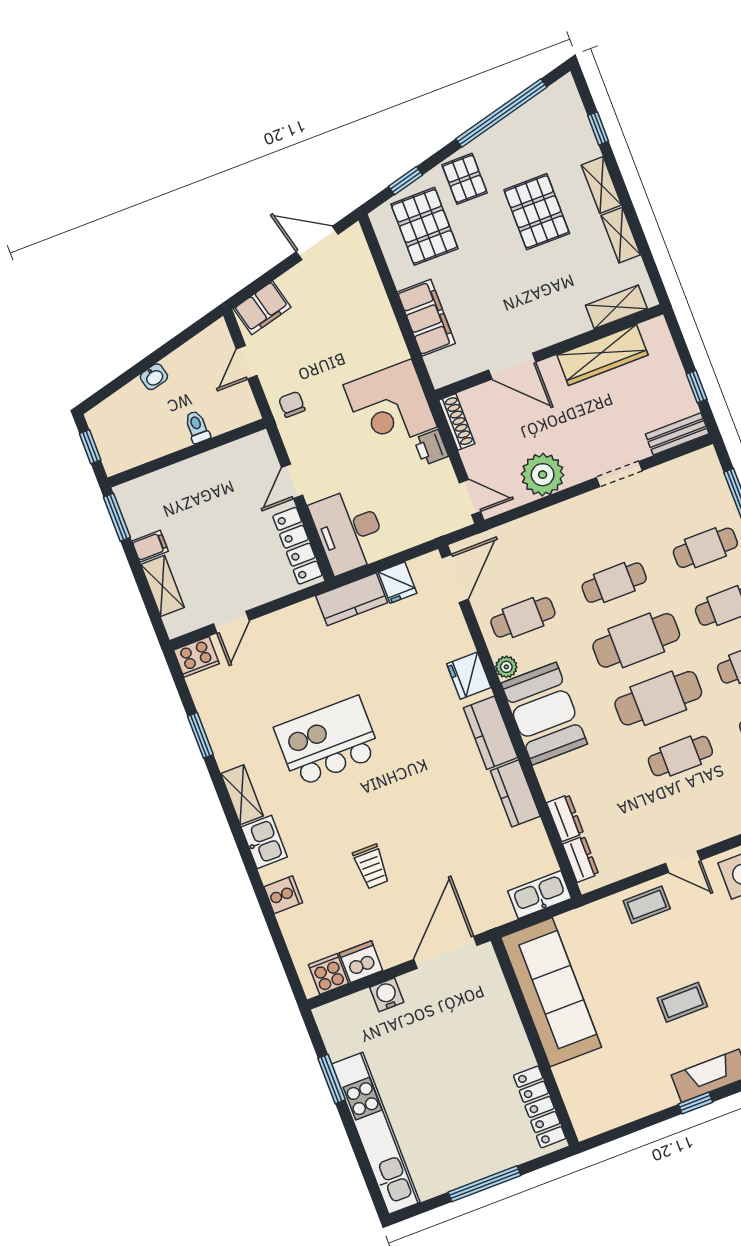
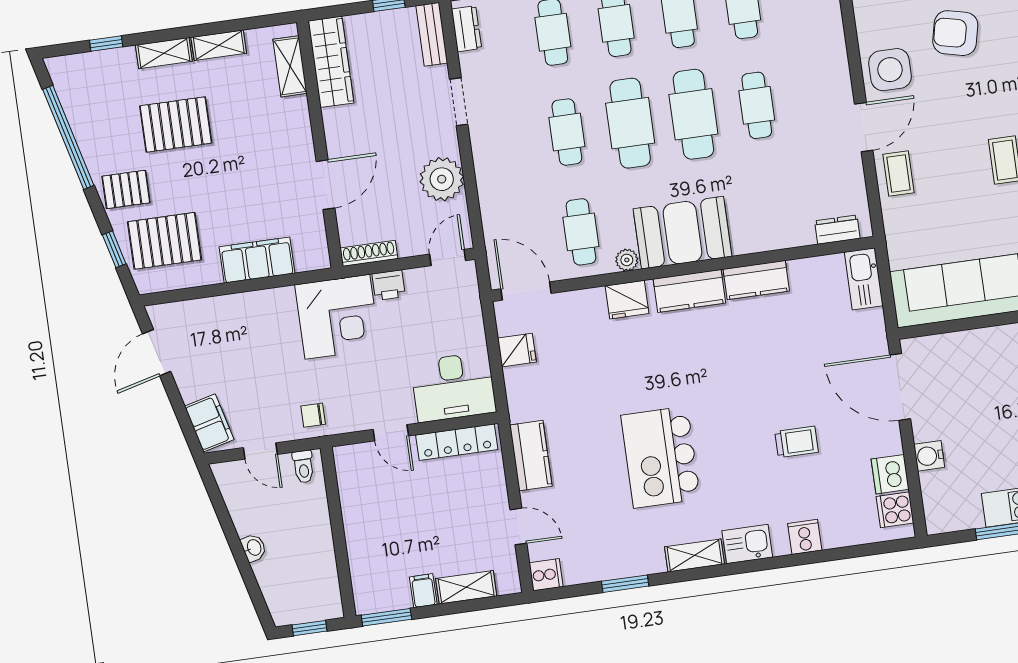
wardrobe: (602, 355) -> (331, 62), moved
toilet: (197, 427) -> (303, 467), moved, turned -90
kitchen counter: (352, 599) -> (531, 456), moved
cooker: (196, 657) -> (546, 575), width x0.73
dresser: (565, 818) -> (466, 29), moved, turned 90
door: (683, 862) -> (864, 127), width x1.38

